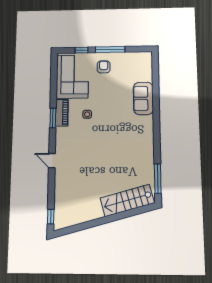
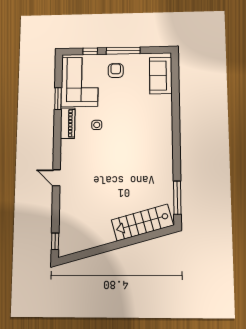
sofa: (143, 98) -> (161, 75), moved
window: (53, 118) -> (58, 99), moved

